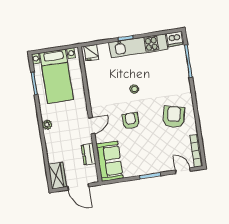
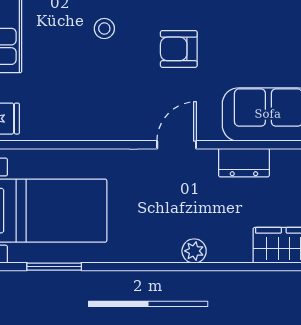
plant: (47, 125) -> (194, 251), moved
door: (92, 126) -> (177, 145), hinge flipped

